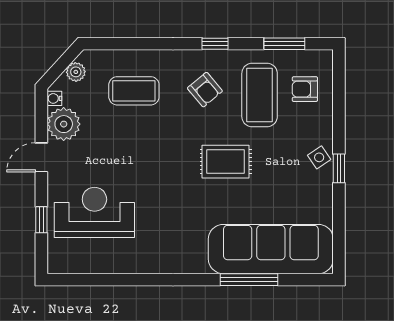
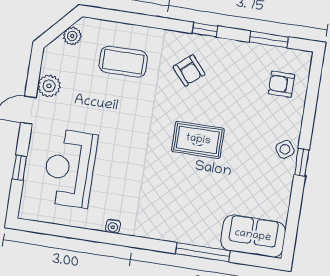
coffee table: (260, 95) -> (239, 83), removed
water cooler: (54, 98) -> (113, 226), moved, turned -90
plant: (64, 124) -> (49, 86), width x0.73, depth x0.73
reception desk: (94, 212) -> (70, 168), turned -90
sofa: (271, 249) -> (253, 236), width x0.54, depth x0.79

